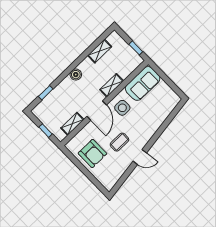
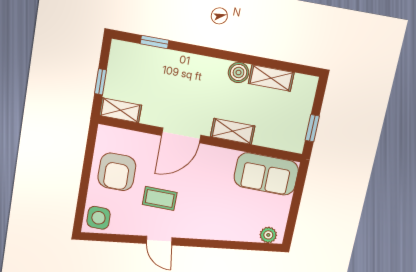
boiler: (76, 75) -> (238, 72), moved
plant: (173, 102) -> (268, 235), added
side table: (122, 108) -> (98, 218), moved
shelving: (72, 124) -> (120, 110), moved

